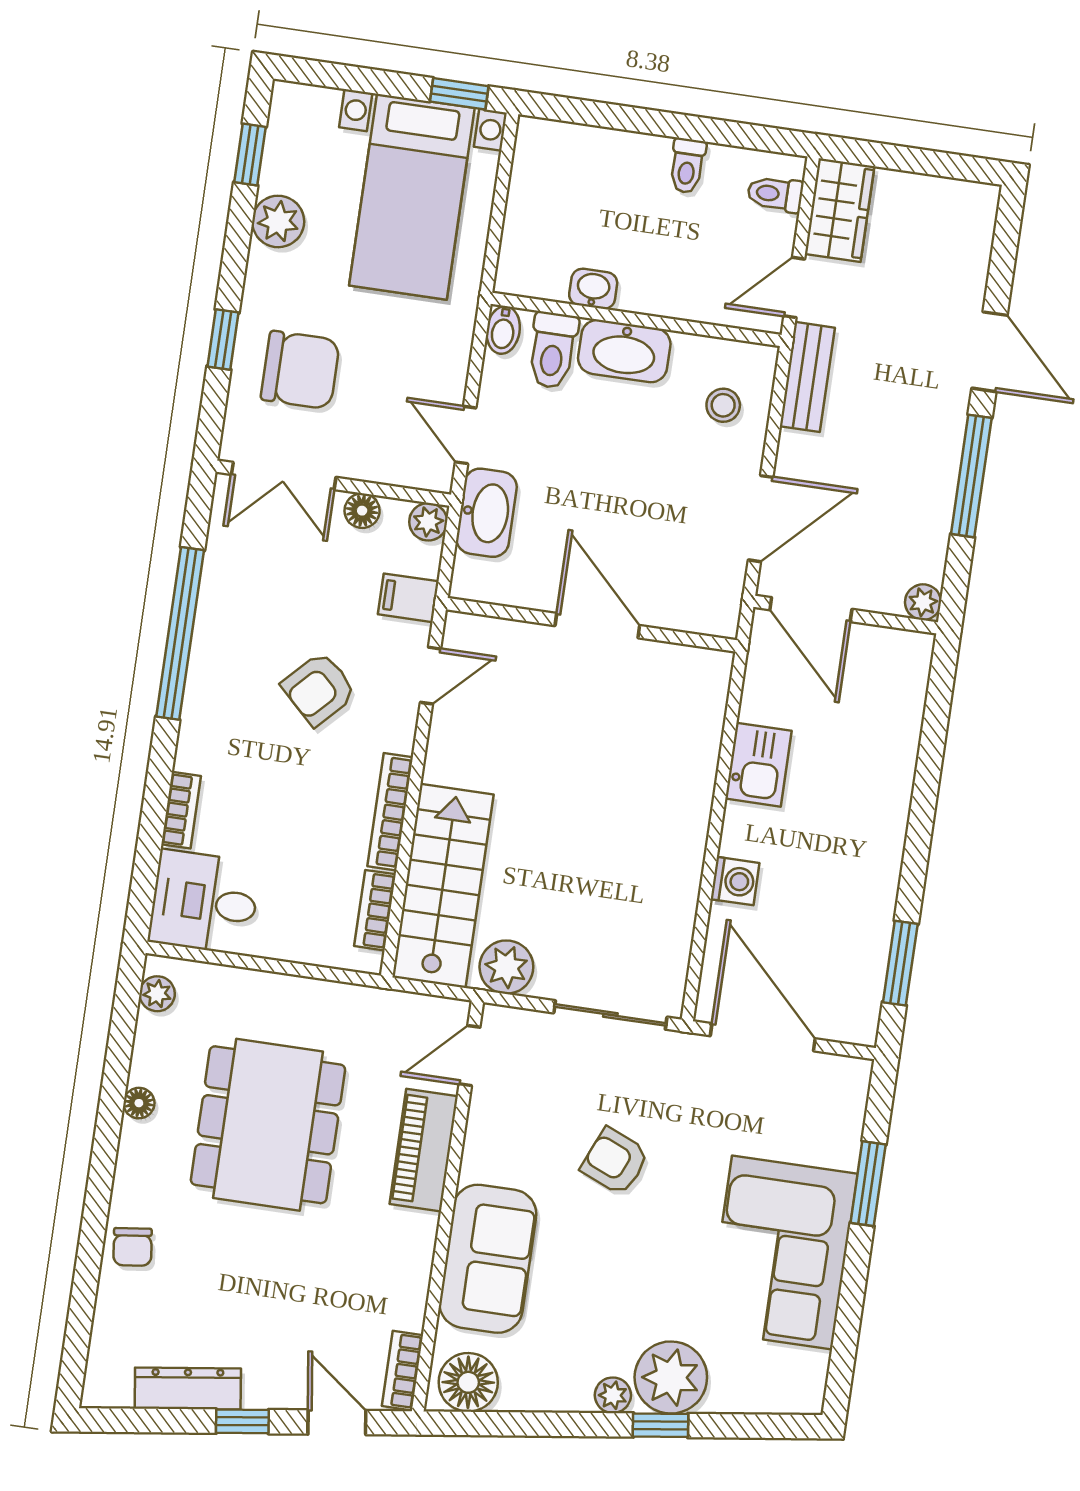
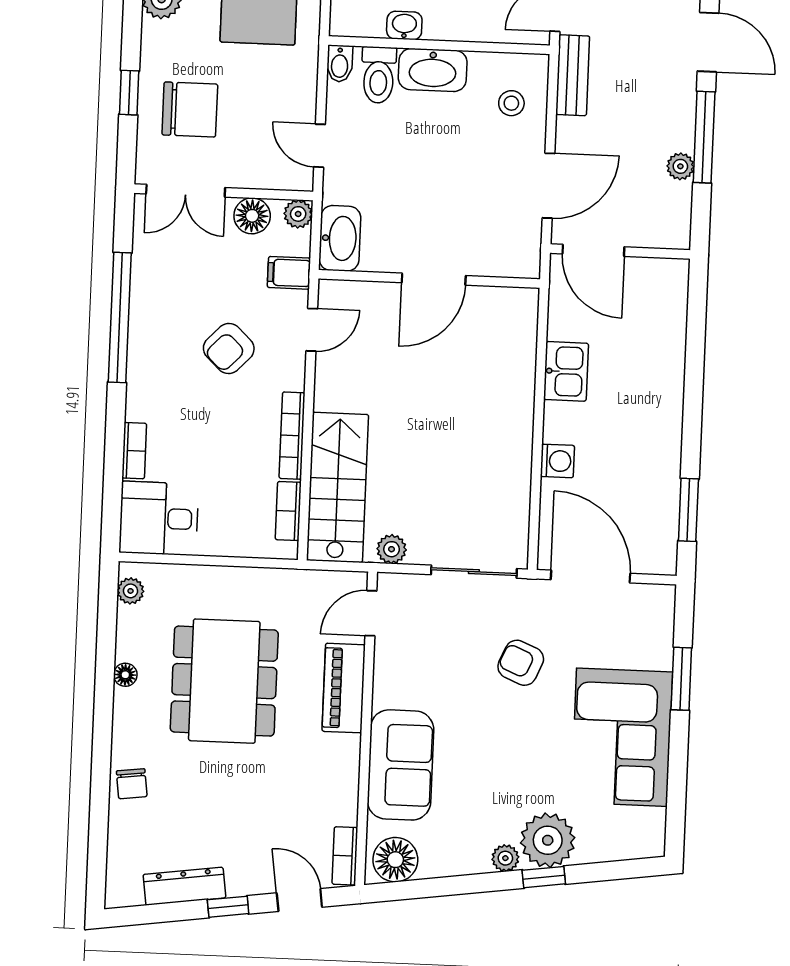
floor lamp: (362, 511) -> (252, 216), width x1.37, depth x1.37
washbasin: (487, 513) -> (340, 238), moved
plant: (923, 602) -> (680, 166), moved
door: (597, 626) -> (434, 279), swing flipped
plant: (506, 967) -> (392, 549), width x0.73, depth x0.73
armchair: (615, 1161) -> (521, 663), moved

